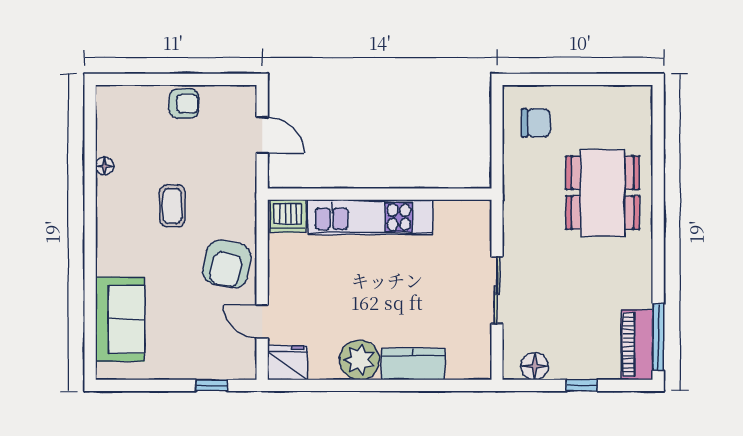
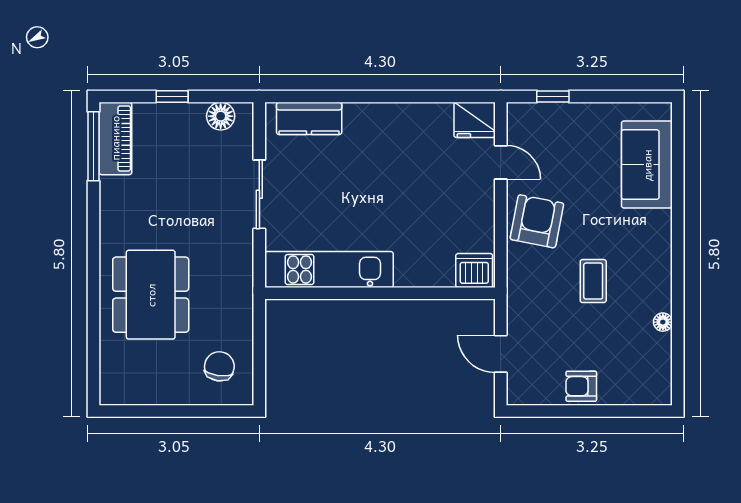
chair: (536, 123) -> (219, 366), turned 98
kitchen unit: (370, 217) -> (329, 269), moved
plant: (359, 360) -> (401, 123), removed
kitchen counter: (413, 364) -> (309, 118), moved

